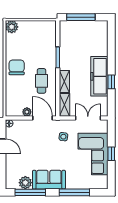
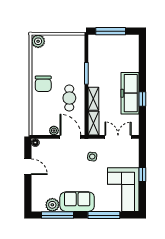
chair: (17, 67) -> (43, 84), turned 180
corner sofa: (93, 154) -> (123, 190), moved

